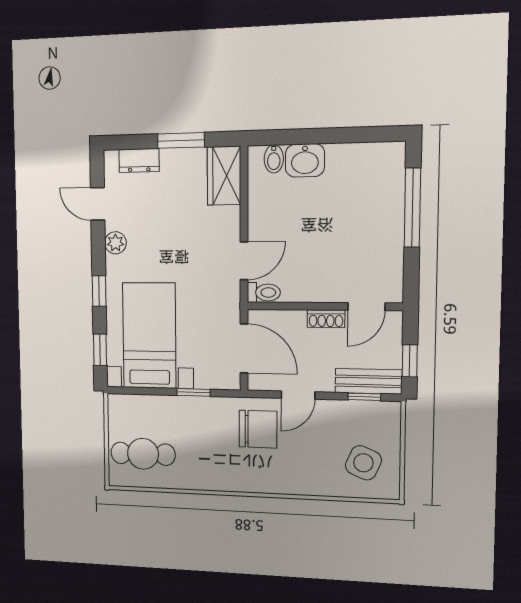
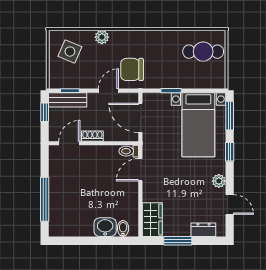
window: (100, 350) -> (230, 116), width x1.50
plant: (308, 484) -> (102, 37), added

